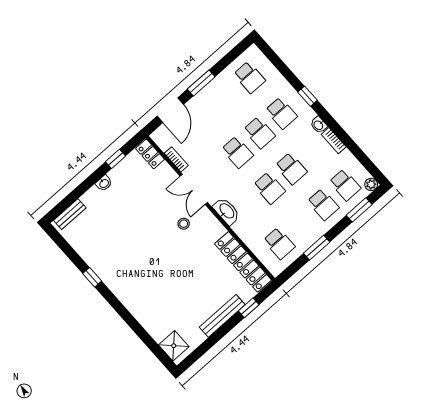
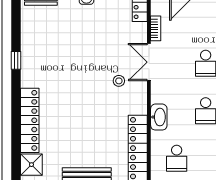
washbasin: (227, 211) -> (159, 117), moved
locker: (143, 313) -> (30, 120), added

